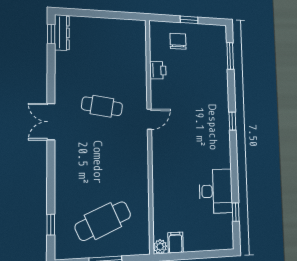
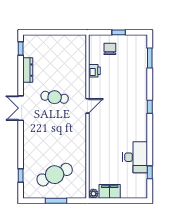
dresser: (62, 33) -> (28, 70), moved
filing cabinet: (175, 243) -> (110, 191), width x2.00

